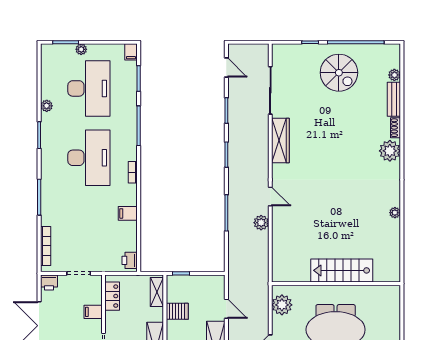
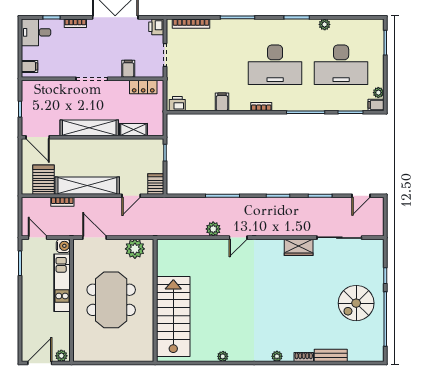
plant: (81, 49) -> (378, 93), moved
plant: (394, 75) -> (354, 356), removed
wardrobe: (280, 141) -> (299, 247), width x0.67
plant: (390, 151) -> (277, 356), width x0.53, depth x0.53
stairs: (342, 270) -> (173, 317), width x1.36, depth x1.51
shelving: (157, 292) -> (133, 130), moved
server rack: (177, 311) -> (156, 184), moved, turned 180

